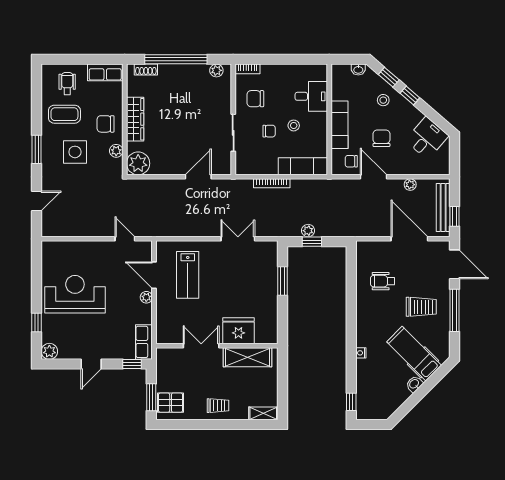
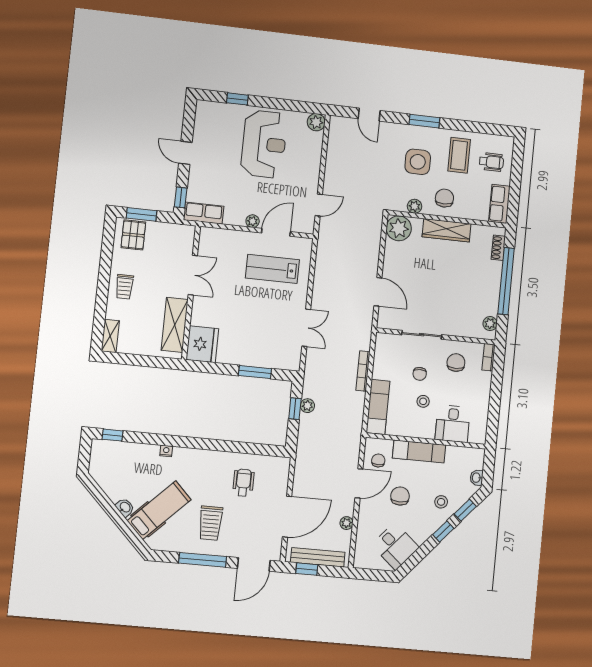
chair: (381, 138) -> (400, 496), turned -90
fridge: (238, 331) -> (202, 344), moved
plant: (49, 351) -> (316, 122), moved

